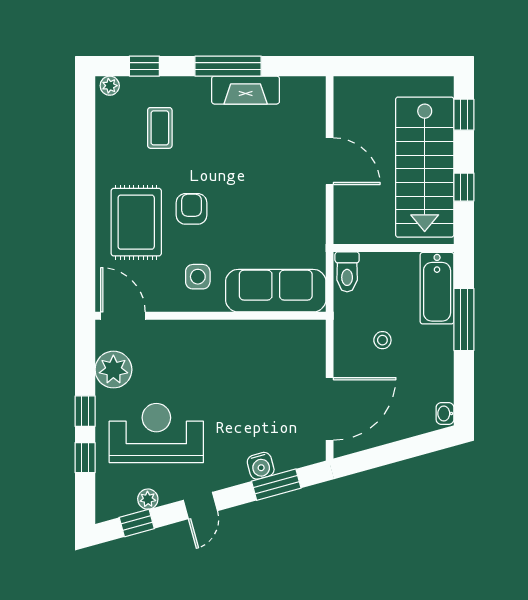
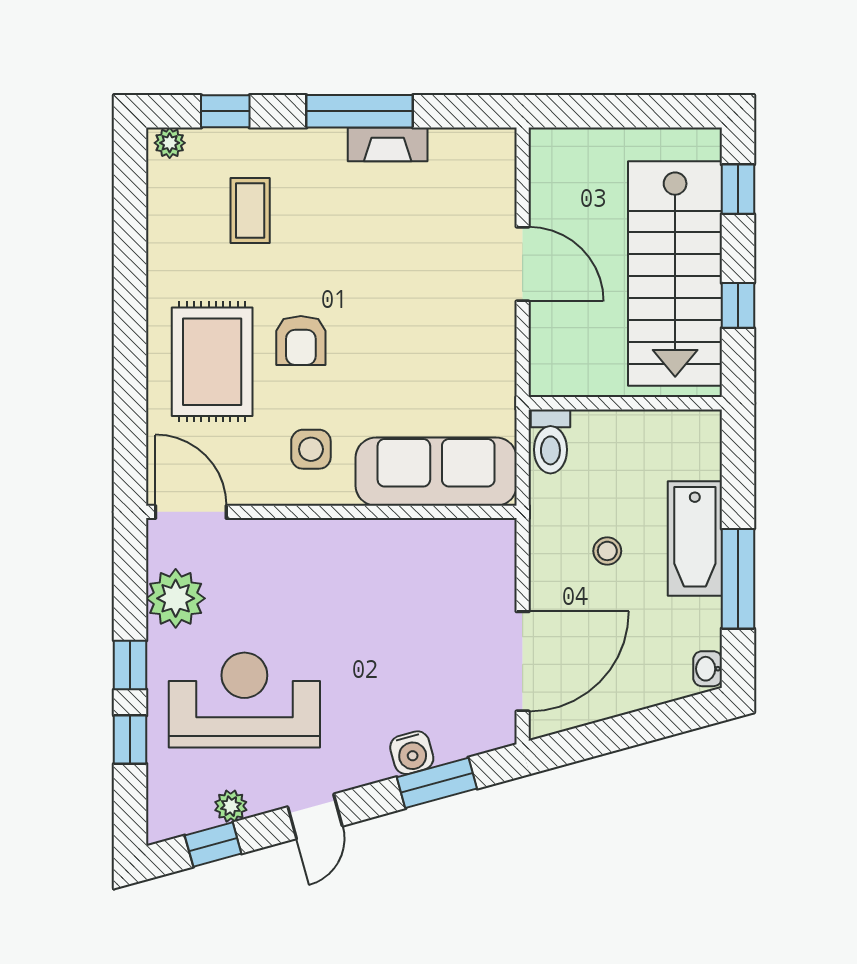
fireplace: (246, 90) -> (388, 144), width x0.73, depth x0.76
armchair: (192, 209) -> (301, 341), turned 180
bathtub: (437, 288) -> (695, 538), moved
window: (464, 320) -> (738, 579), moved

